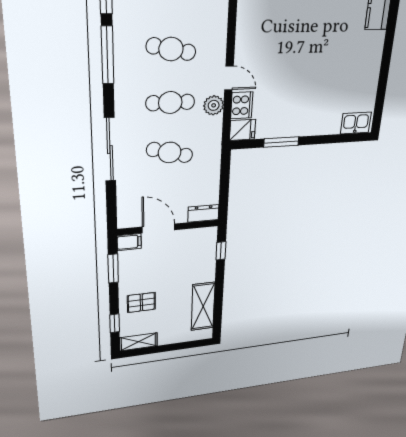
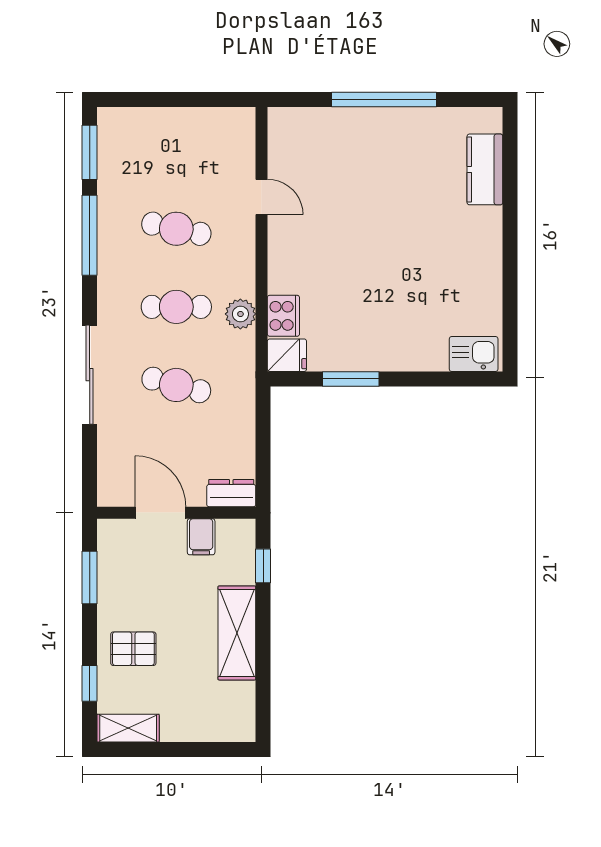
door: (229, 78) -> (262, 197), moved
filing cabinet: (129, 242) -> (201, 537), moved, turned 90
shelving: (203, 306) -> (237, 633), moved

